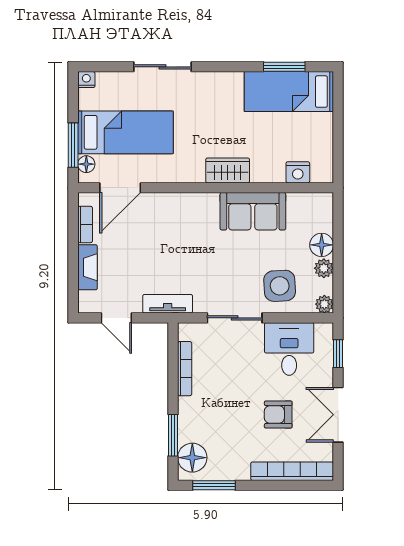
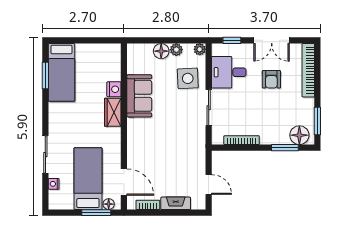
nightstand: (86, 80) -> (54, 184), moved
nightstand: (298, 172) -> (114, 89), moved
tv unit: (168, 304) -> (199, 151), removed
door: (116, 318) -> (209, 184), hinge flipped

